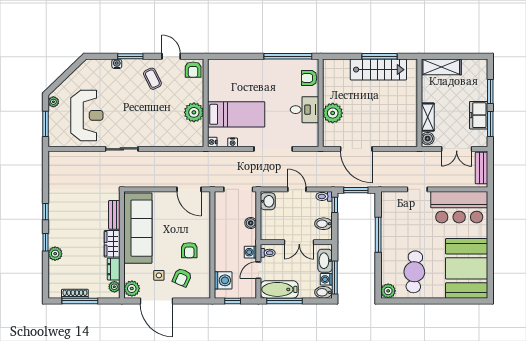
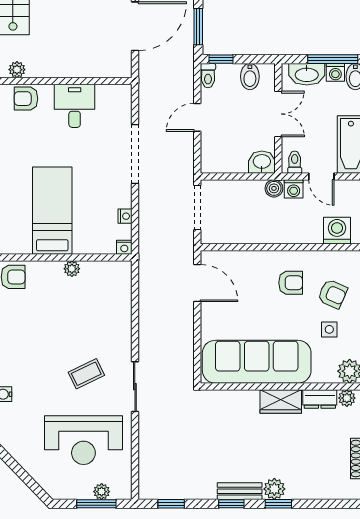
armchair: (309, 78) -> (26, 99), turned 90
coffee table: (152, 79) -> (86, 374), moved
plant: (53, 102) -> (102, 492), moved
plant: (194, 112) -> (72, 269), width x0.53, depth x0.53
plant: (333, 113) -> (17, 70), moved, width x0.53, depth x0.53
bed: (236, 114) -> (52, 211), moved
reception desk: (87, 115) -> (83, 440), turned 180
window: (45, 172) -> (171, 504), added
door: (189, 189) -> (197, 283), hinge flipped
washbasin: (268, 201) -> (262, 162), moved
bench: (114, 215) -> (240, 491), moved
boiler: (251, 223) -> (274, 188), moved
plant: (55, 254) -> (274, 489), moved

